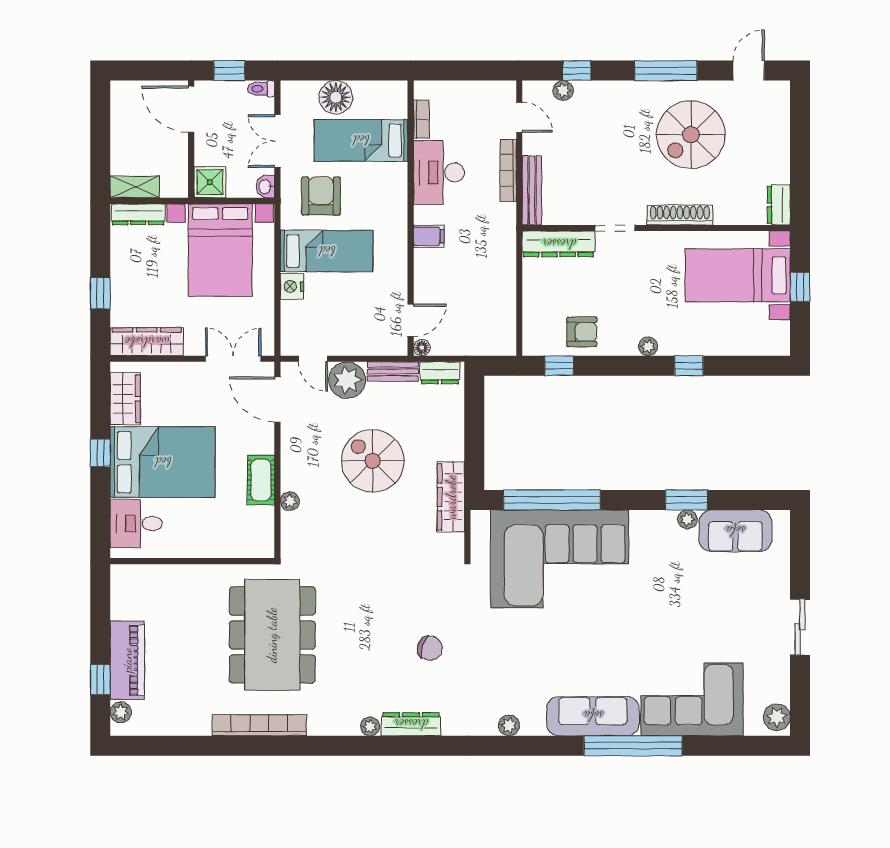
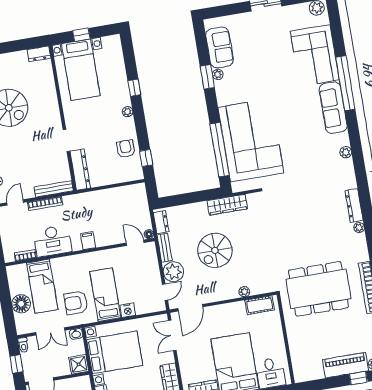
shoe rack: (680, 215) -> (53, 106), removed
cot: (261, 480) -> (260, 305), moved
chair: (430, 648) -> (311, 202), removed

